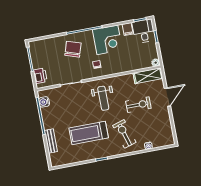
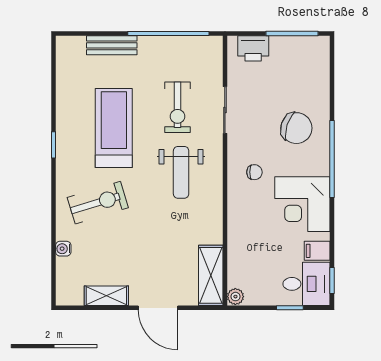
weight bench: (103, 98) -> (181, 172), turned -90
water cooler: (44, 102) -> (197, 46), removed
exercise bike: (138, 105) -> (177, 107), moved
shelving: (166, 122) -> (106, 296), added

